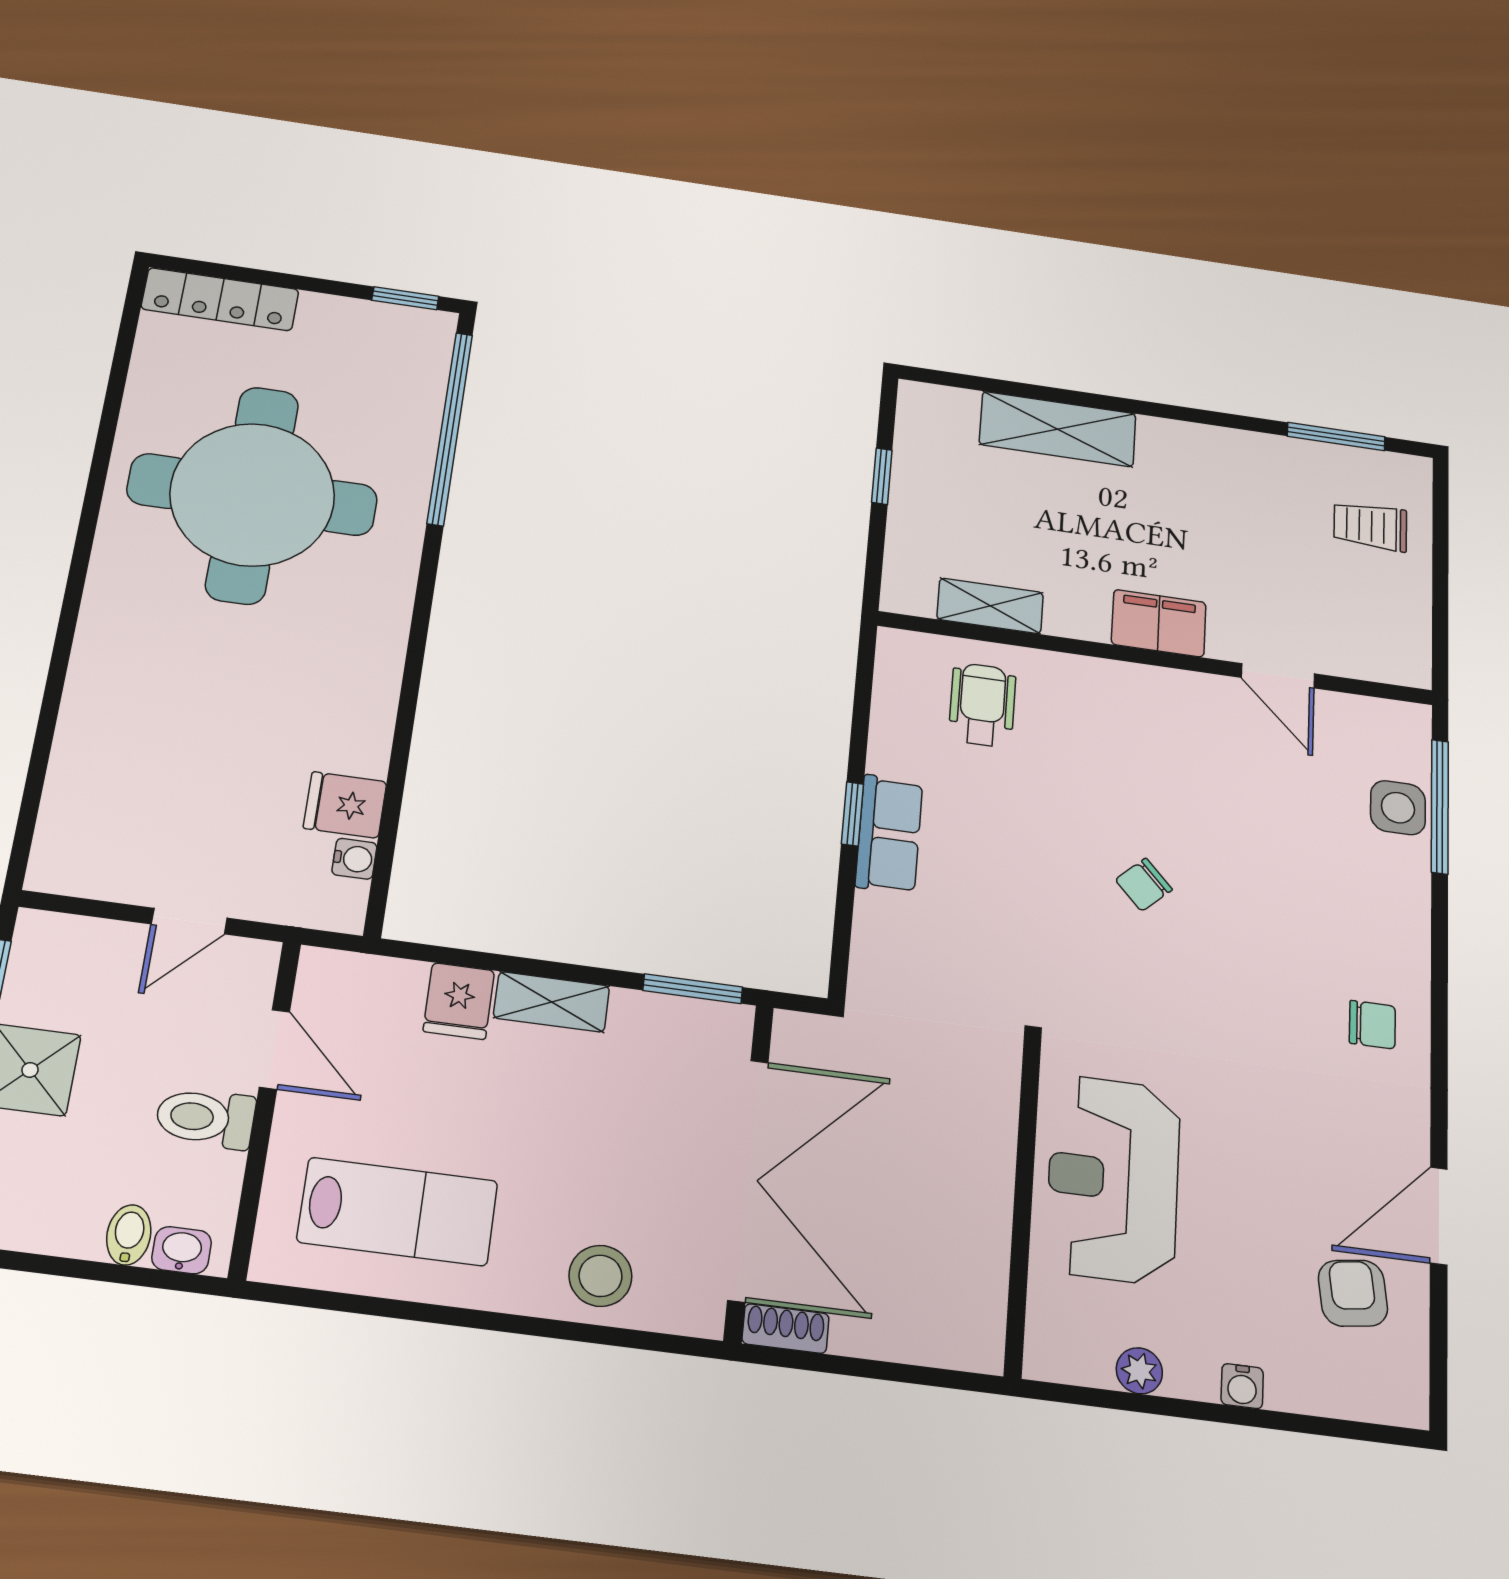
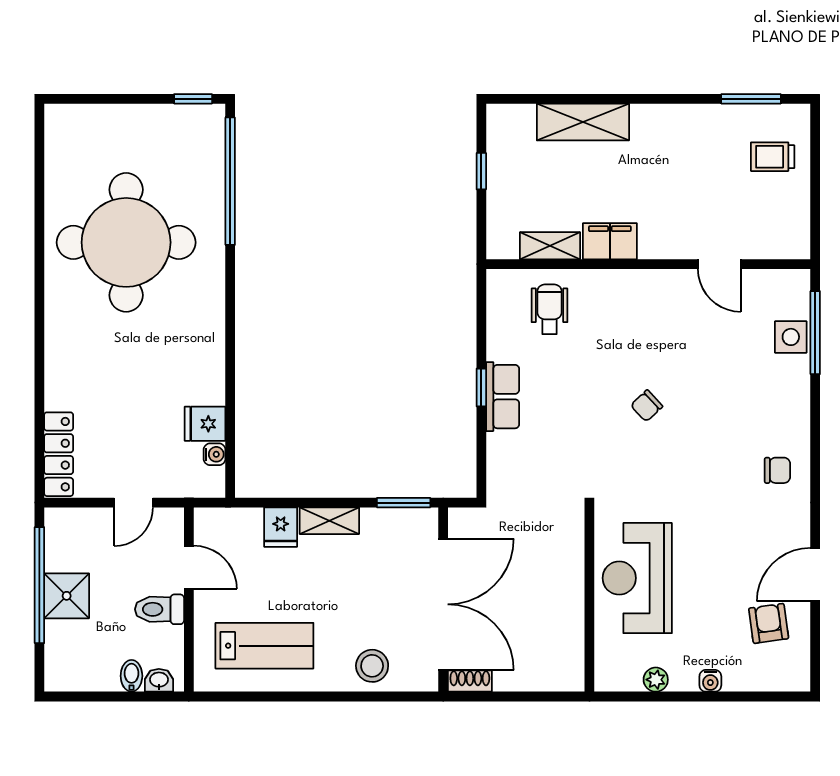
locker: (220, 299) -> (59, 454), moved, turned -90
filing cabinet: (1159, 623) -> (610, 241), moved

